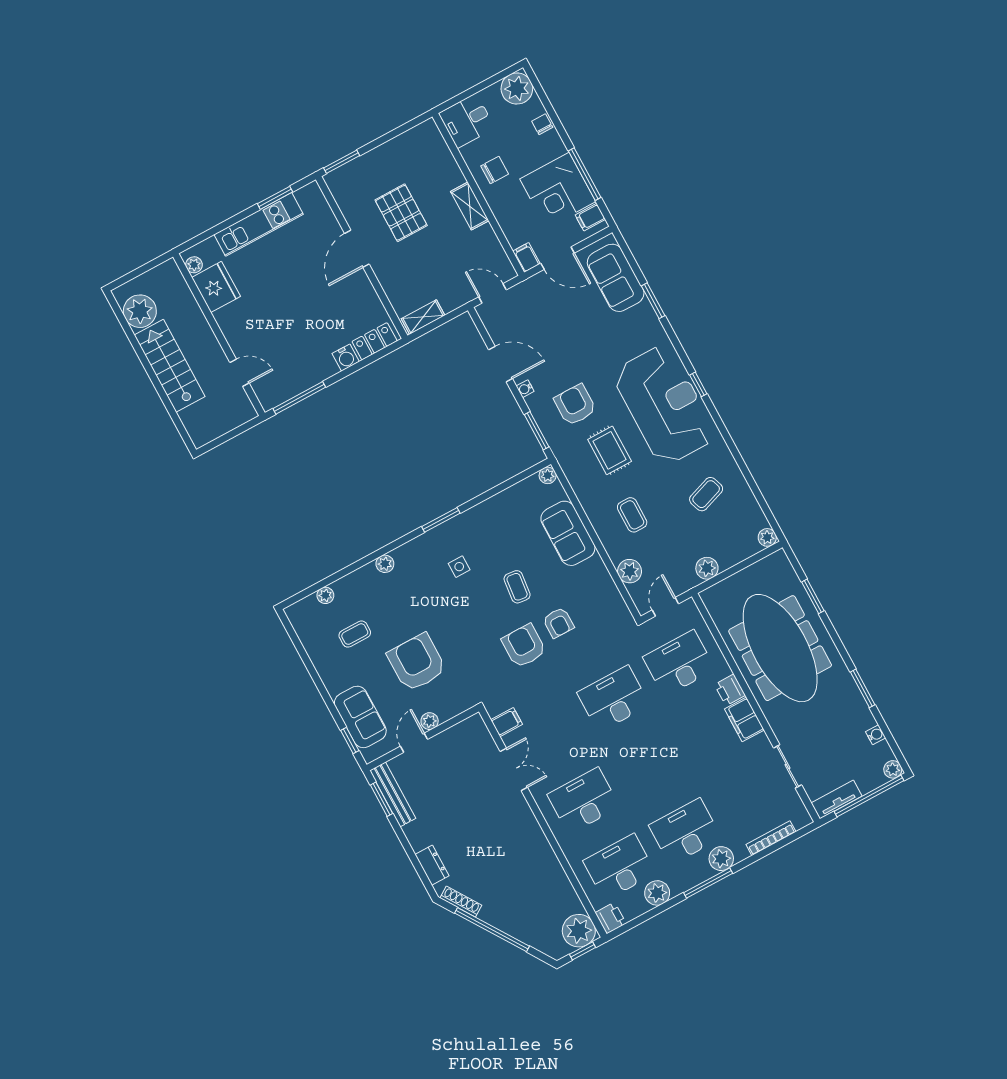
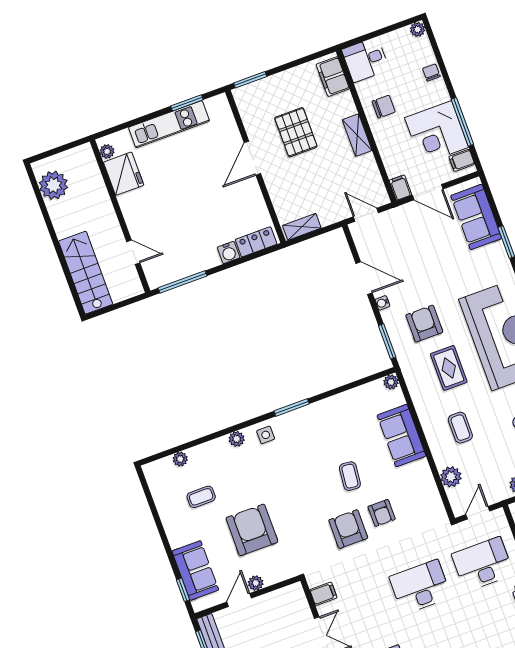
plant: (517, 89) -> (418, 29), width x0.53, depth x0.53
filing cabinet: (433, 145) -> (333, 77), added
stairs: (170, 366) -> (86, 273), moved
side table: (459, 567) -> (266, 435), moved

